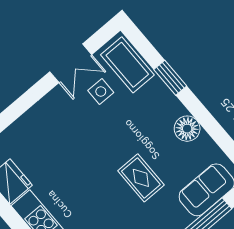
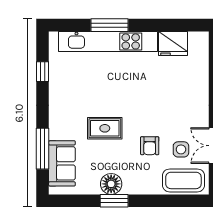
window: (170, 78) -> (114, 201), moved
armchair: (122, 123) -> (150, 146), added

